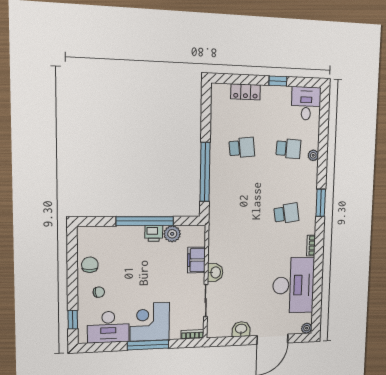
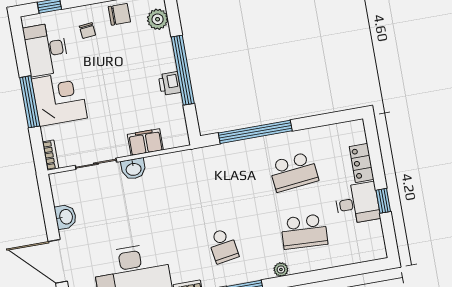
desk: (306, 103) -> (357, 203), moved
school desk: (242, 148) -> (294, 172), width x1.85
school desk: (288, 149) -> (304, 232), width x1.85
plant: (313, 155) -> (281, 270), moved
plant: (172, 234) -> (158, 19), moved

